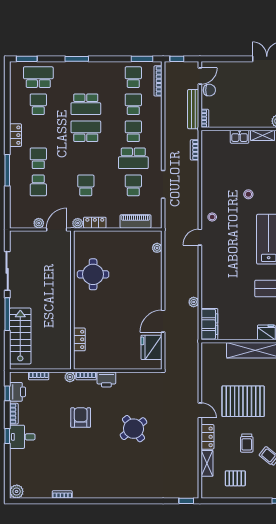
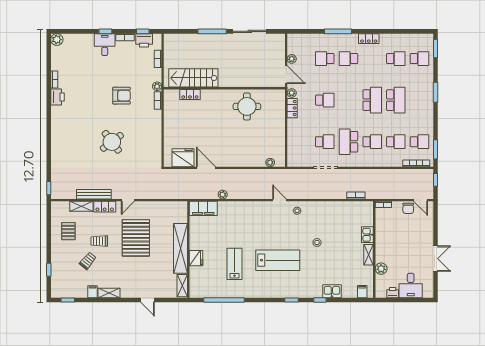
school desk: (38, 77) -> (420, 59), width x0.54
school desk: (86, 104) -> (396, 100), turned 180
bench: (193, 109) -> (94, 194), moved
school desk: (38, 158) -> (348, 59), turned 180
piano: (136, 221) -> (293, 144), removed
stairs: (20, 336) -> (193, 78), moved, turned 180
printer: (106, 380) -> (57, 97), moved, turned 180

